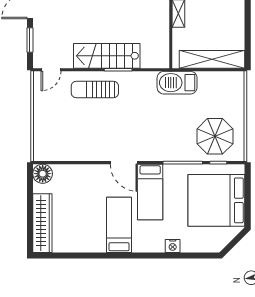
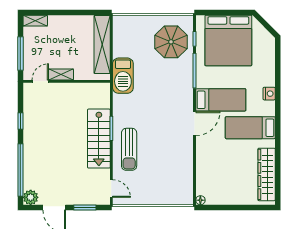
floor lamp: (43, 174) -> (200, 200), width x0.53, depth x0.53
wardrobe: (42, 223) -> (267, 174), moved, turned -90
nightstand: (173, 246) -> (269, 94), moved

